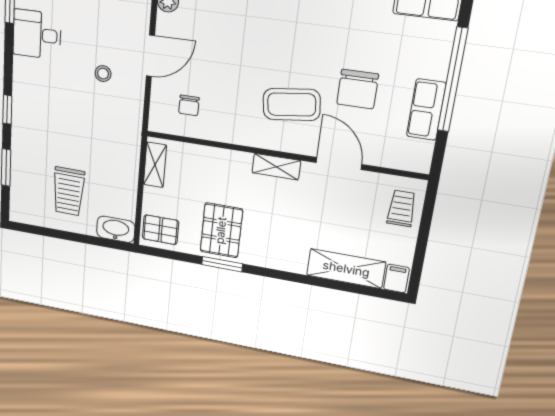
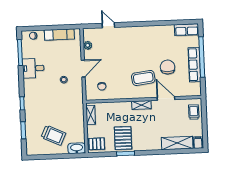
chair: (358, 89) -> (168, 67), turned 180
row of seats: (426, 110) -> (194, 65), width x1.48
trolley: (69, 191) -> (53, 135), turned -66

